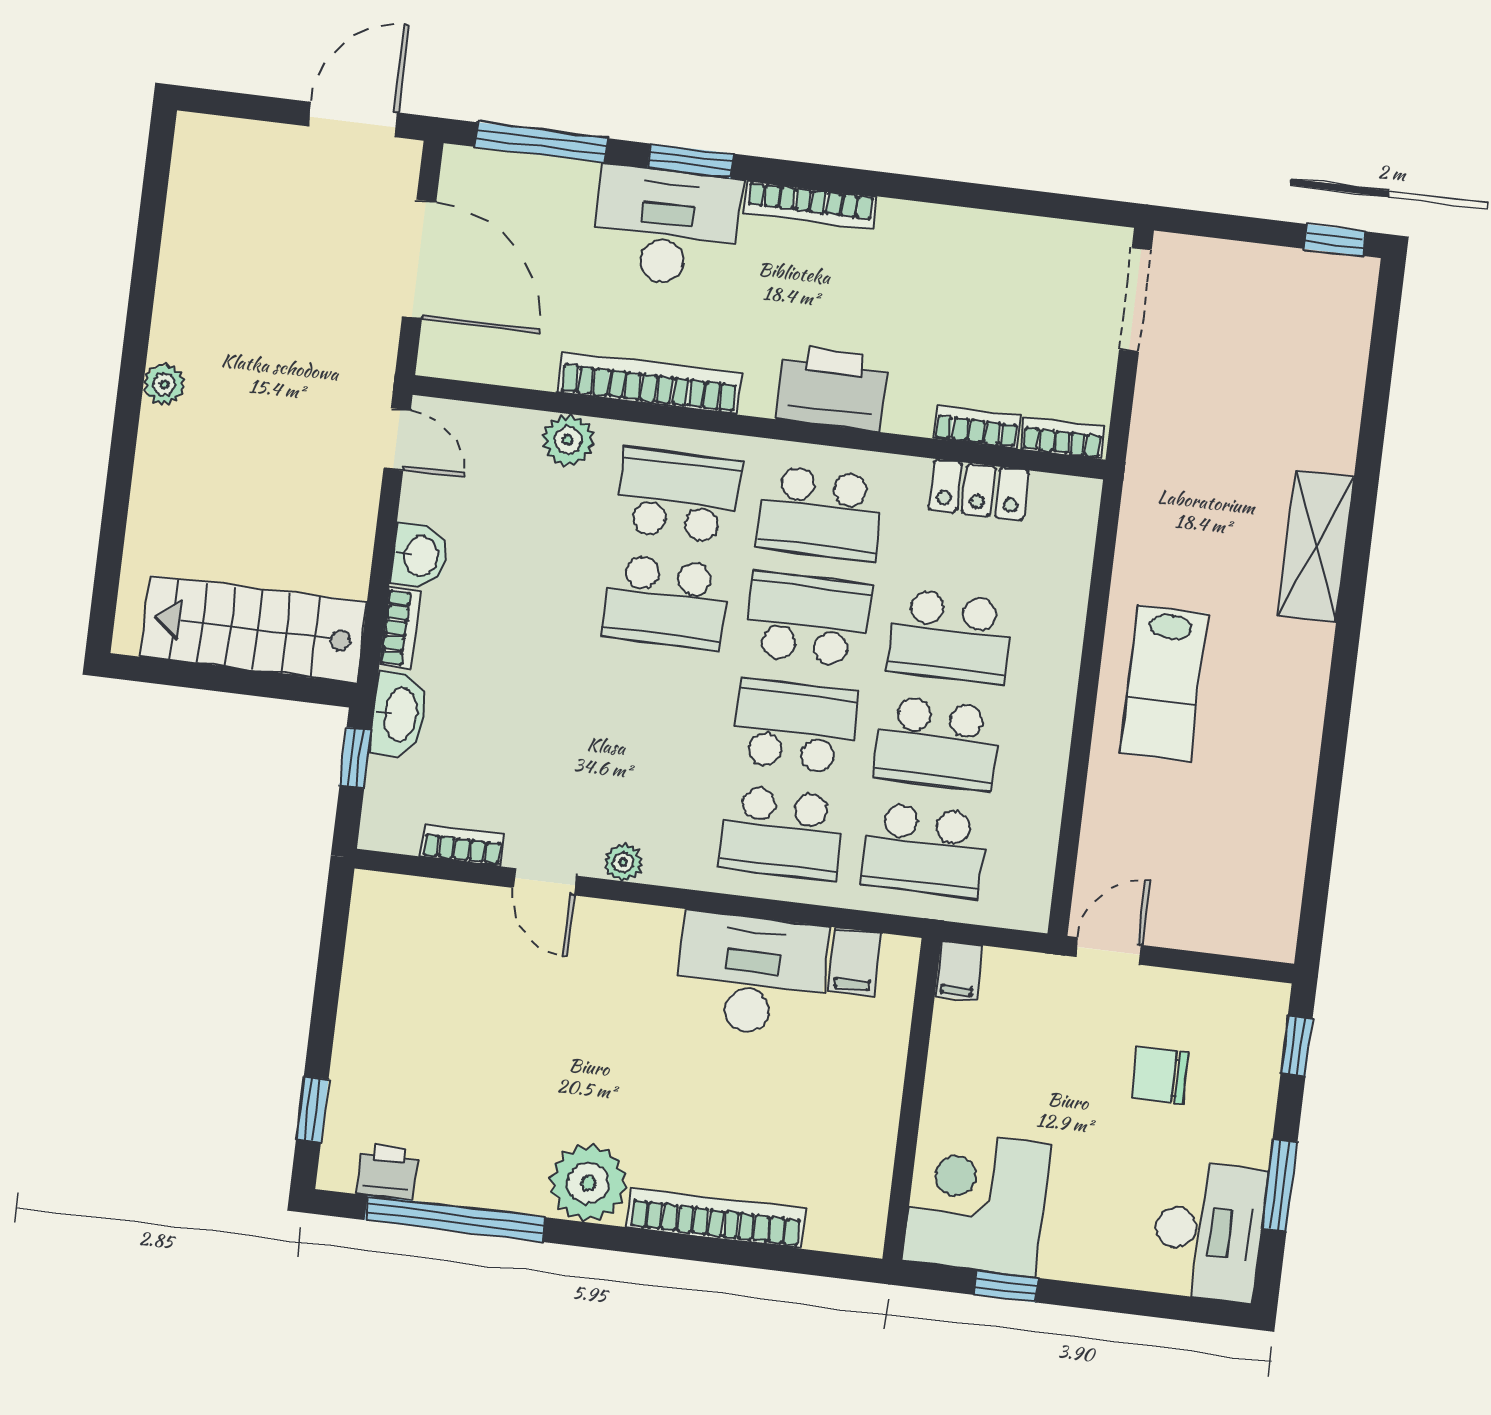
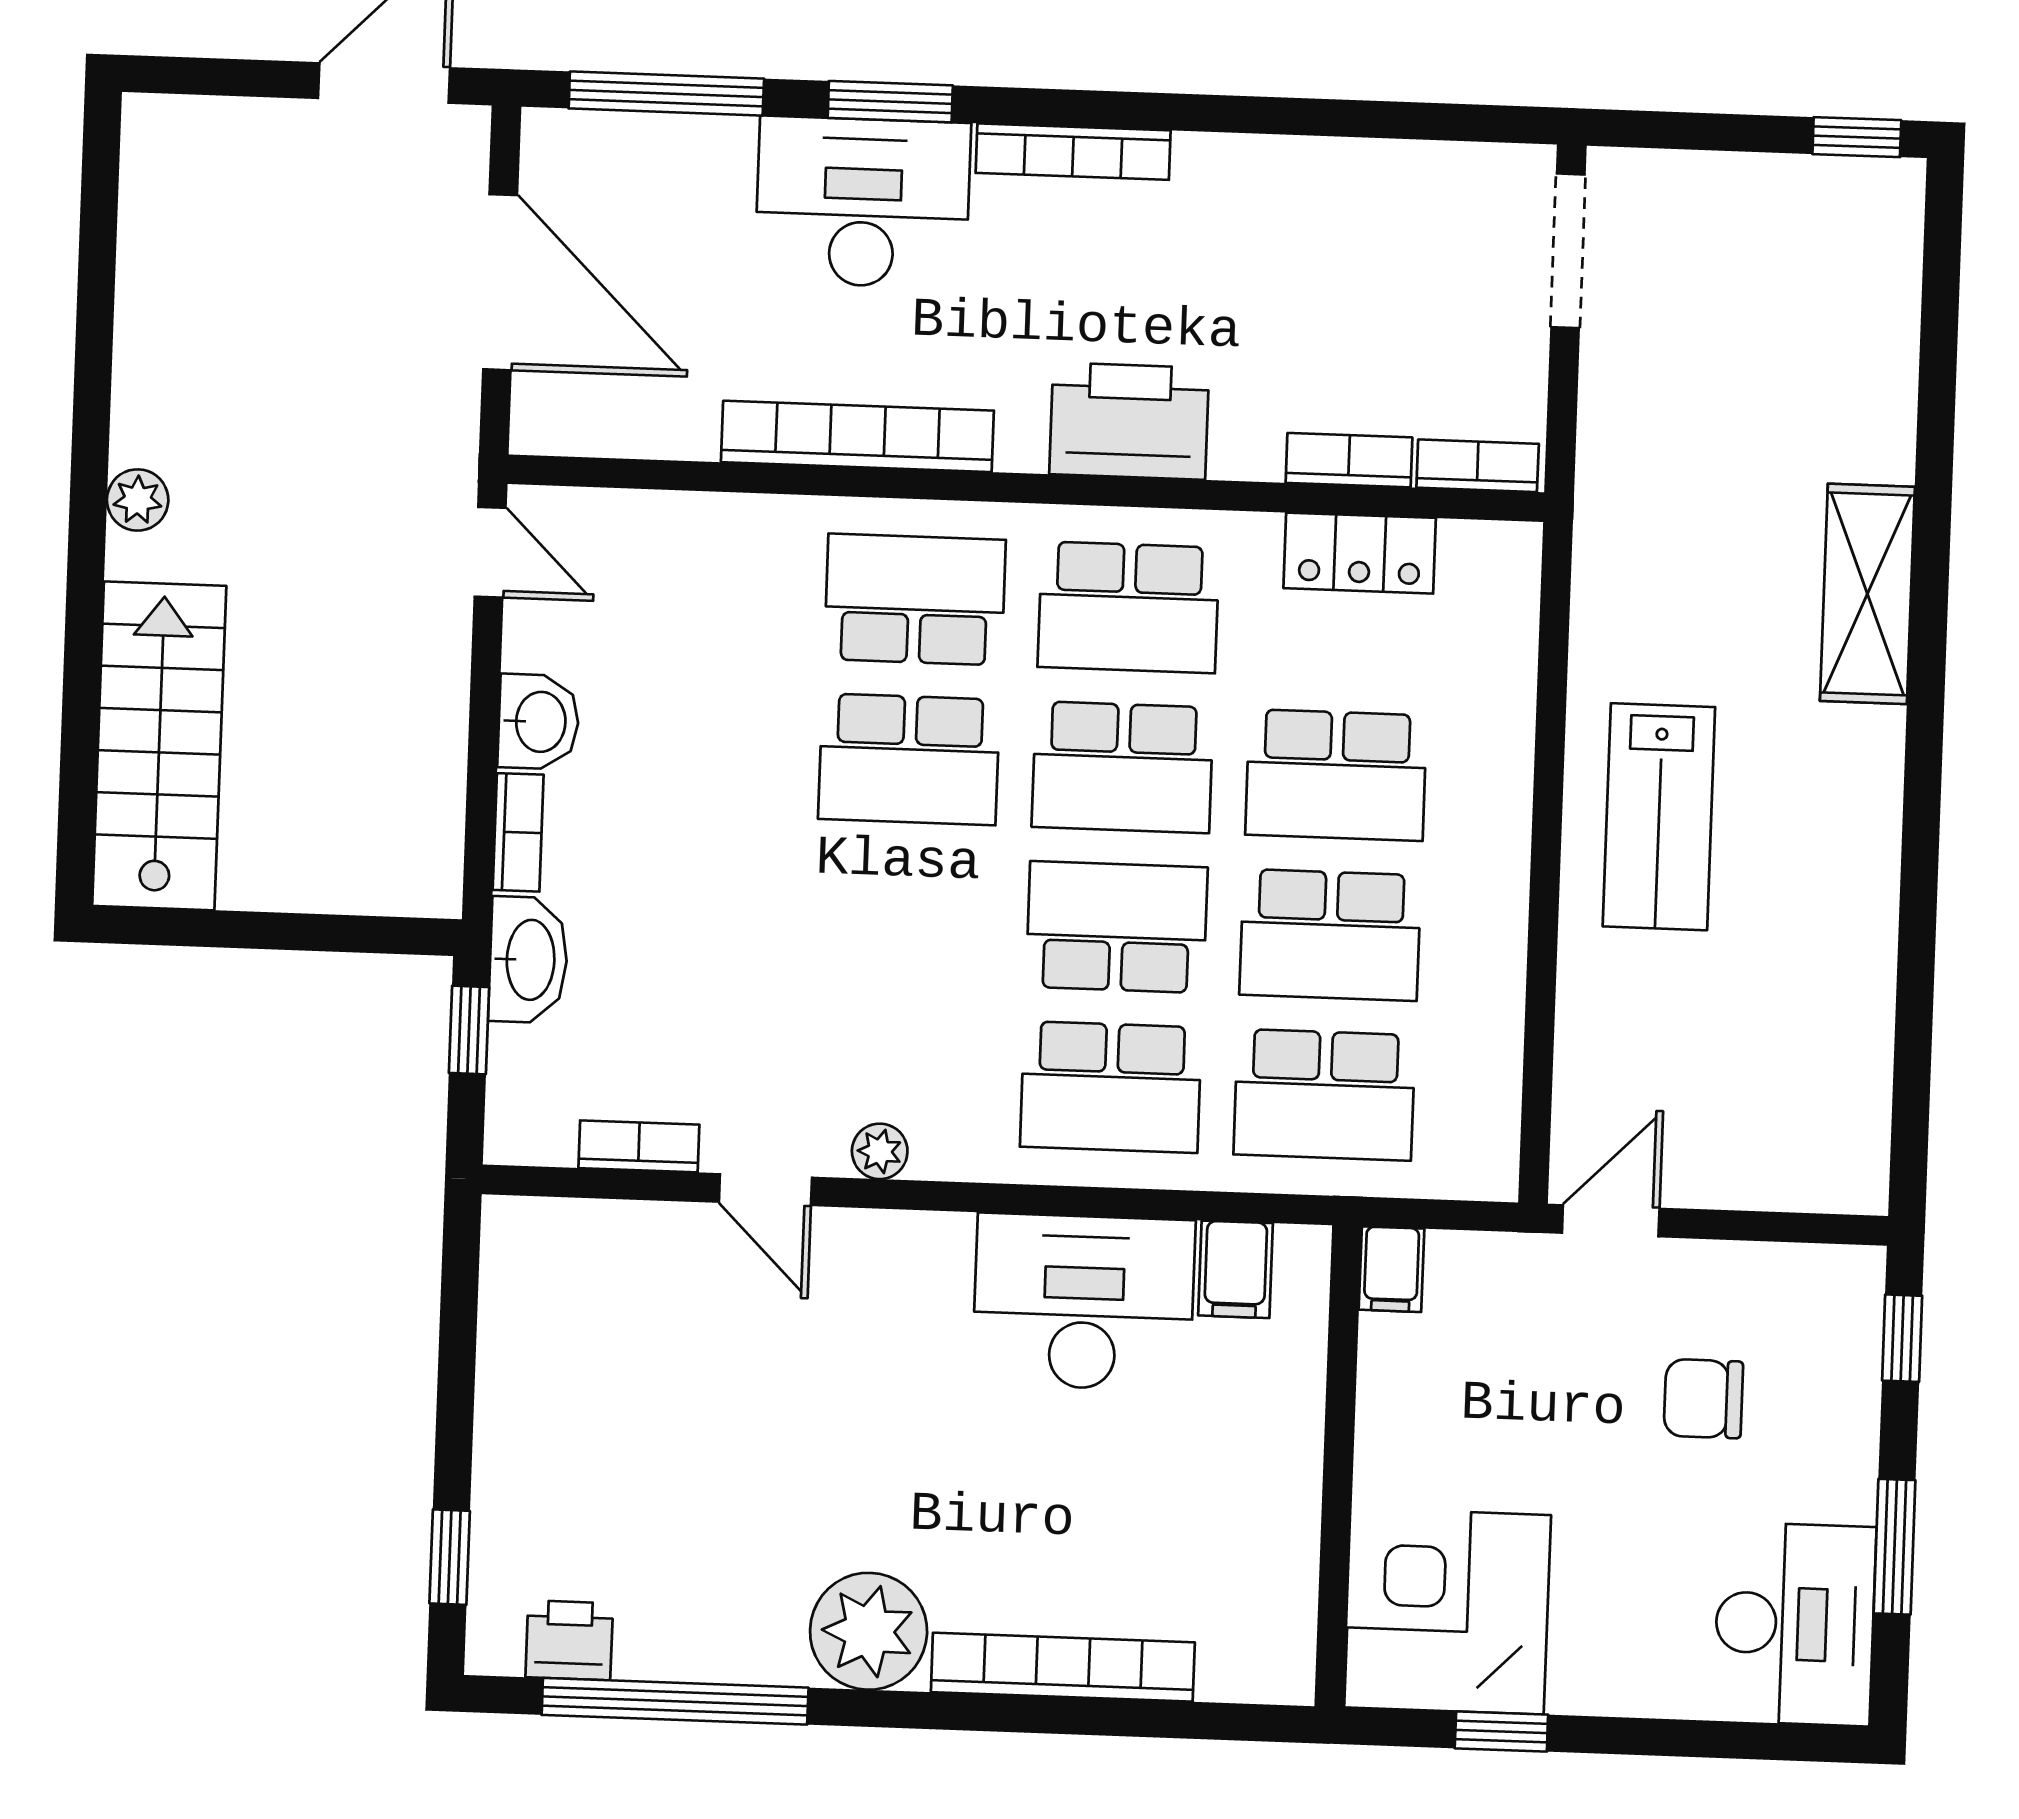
plant: (568, 440) -> (744, 531), removed
school desk: (808, 619) -> (1123, 767), turned 180
stairs: (254, 629) -> (159, 746), moved, turned 90

